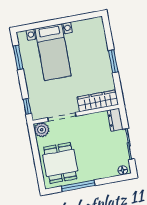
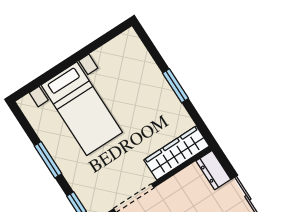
window: (18, 57) -> (48, 160), moved

